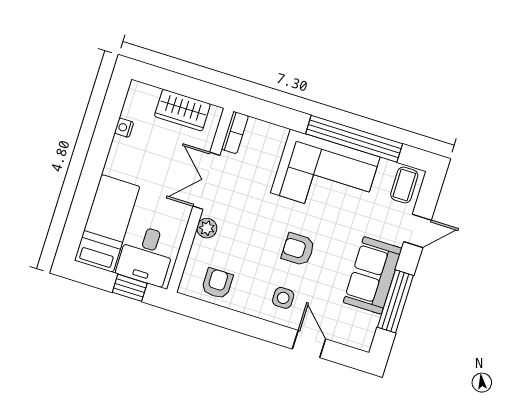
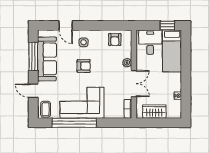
door: (418, 231) -> (33, 91), hinge flipped
sofa: (373, 275) -> (47, 59), width x1.36
window: (130, 288) -> (167, 25), moved

